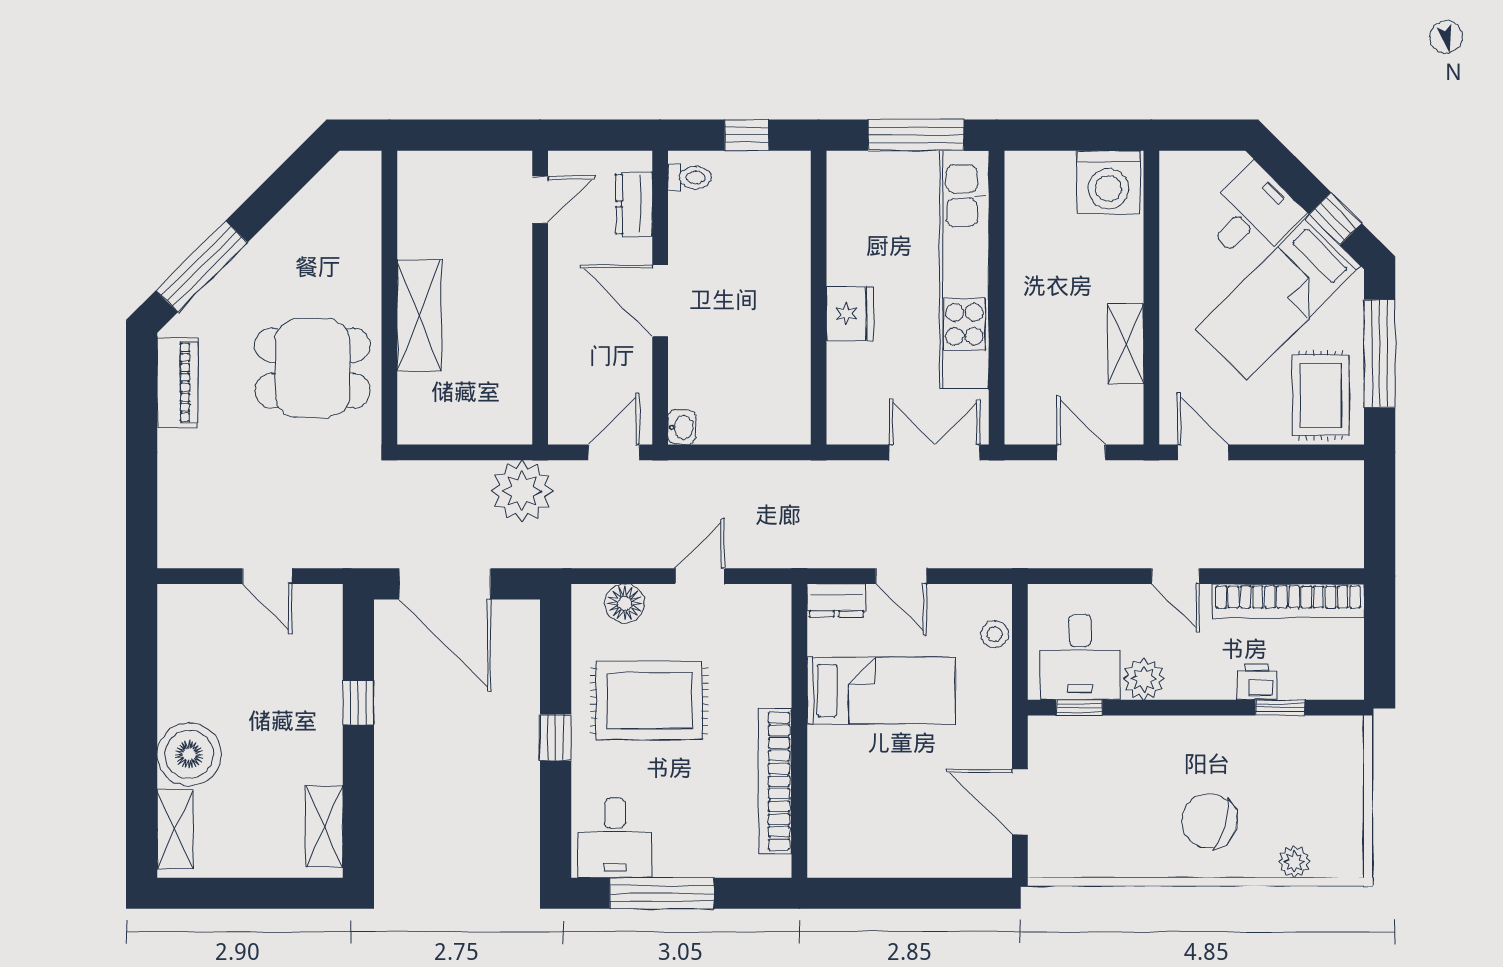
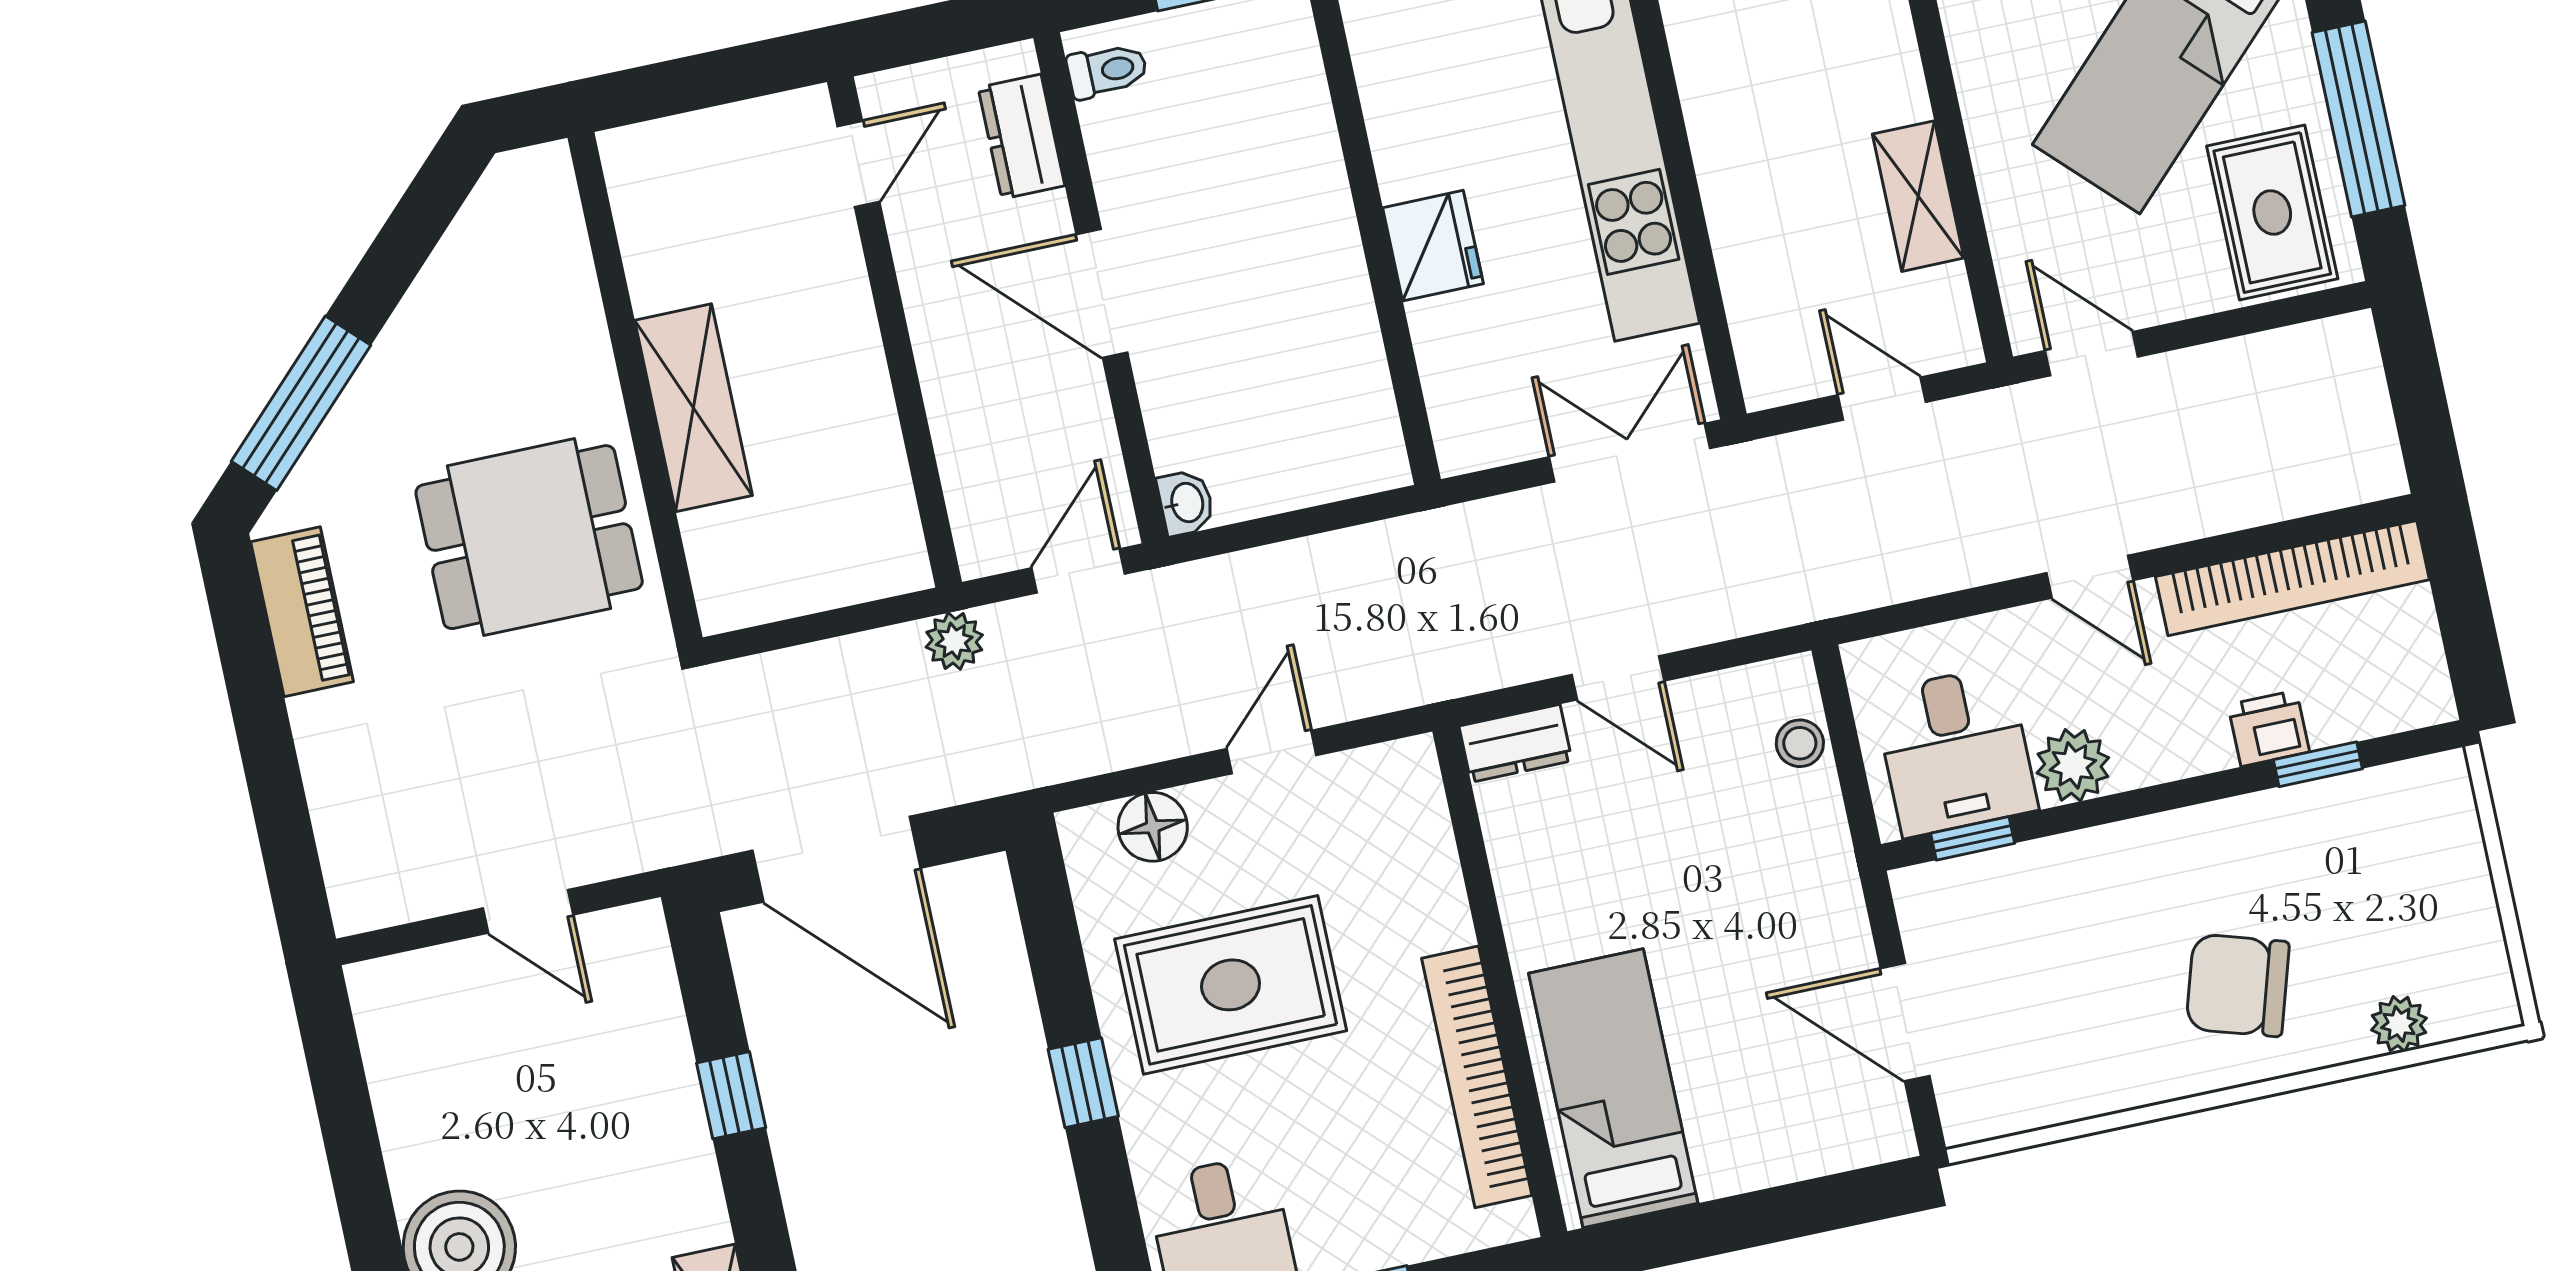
plant: (522, 491) -> (954, 641), width x0.53, depth x0.53
bed: (881, 691) -> (1613, 1088), moved, turned -90

